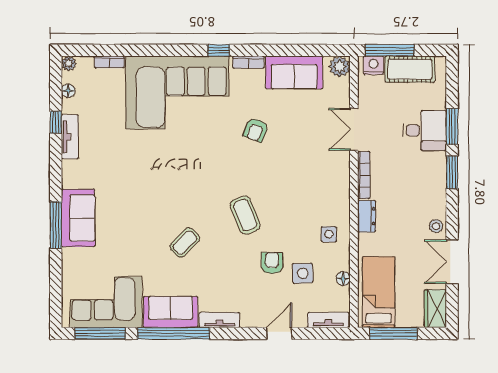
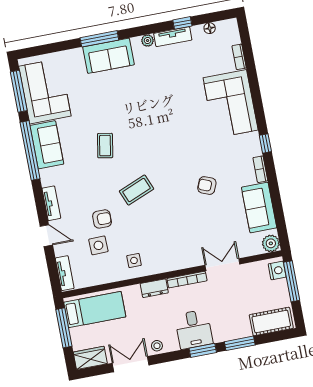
plant: (69, 63) -> (148, 41), moved
cot: (410, 69) -> (271, 321), moved, turned 90
corner sofa: (177, 93) -> (231, 104), width x0.73, depth x0.74
desk: (425, 130) -> (194, 329), moved
coffee table: (185, 243) -> (105, 146), turned 55
floor lamp: (343, 279) -> (100, 279), removed
tv unit: (220, 320) -> (51, 203), moved

